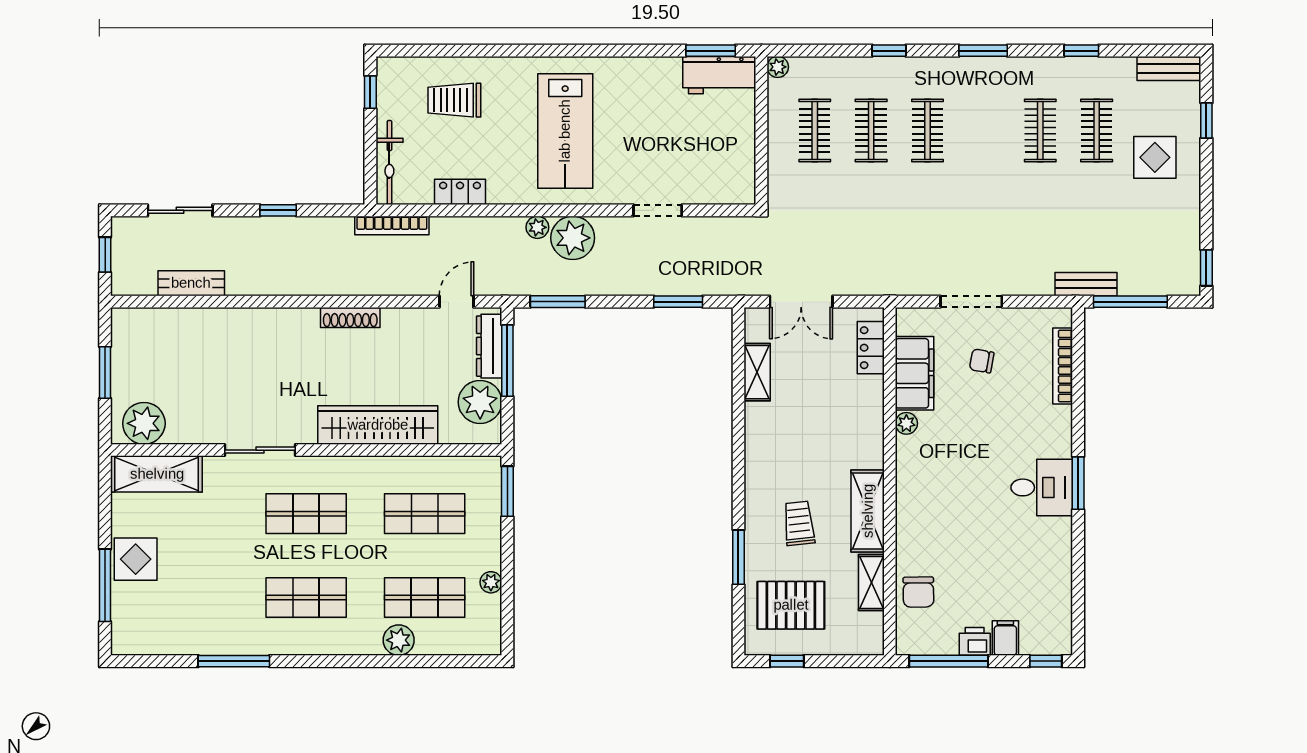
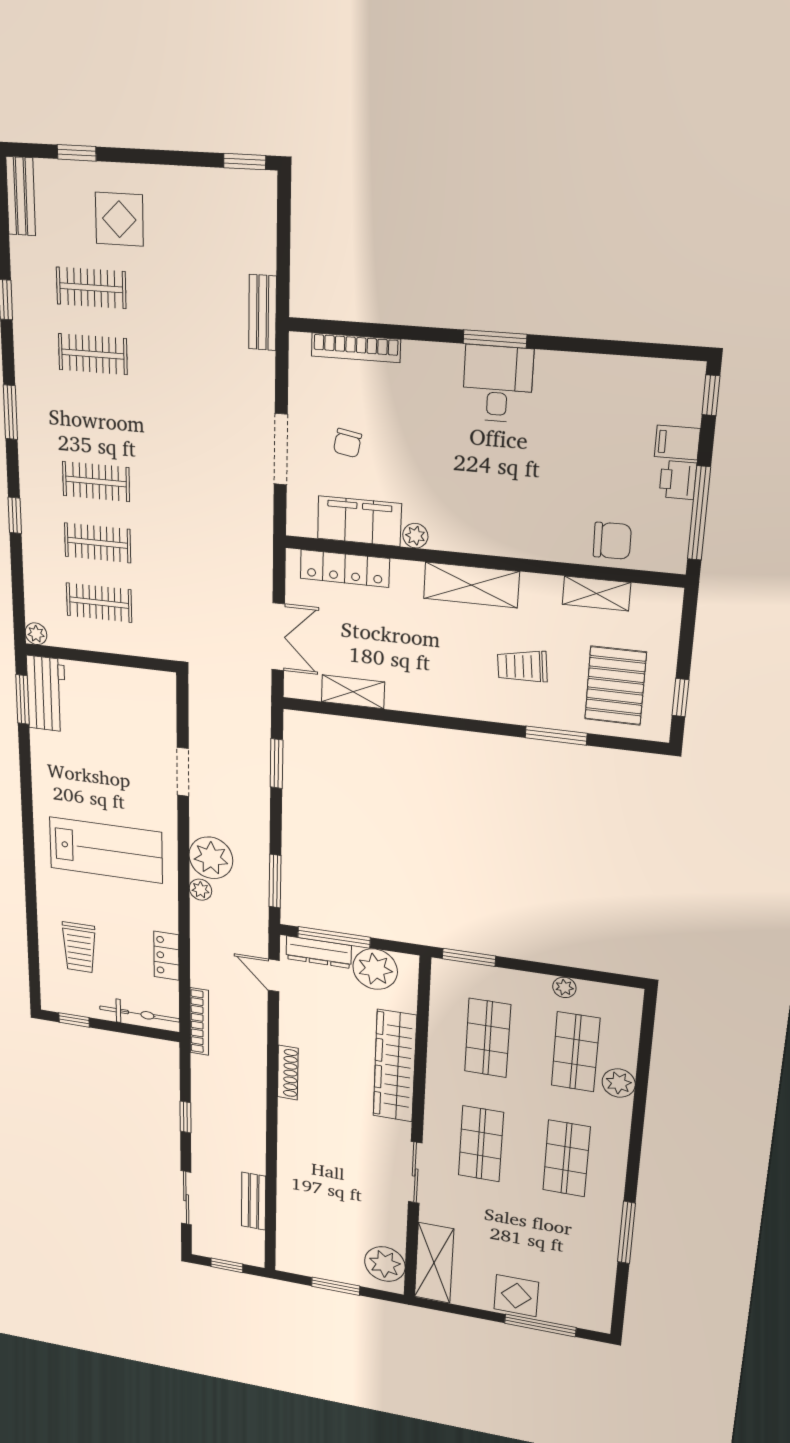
window: (1130, 302) -> (283, 260), removed
locker: (871, 348) -> (345, 568), width x1.53
shelving: (868, 511) -> (471, 585), moved

